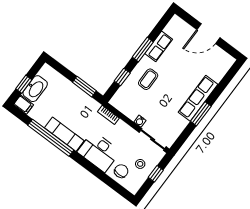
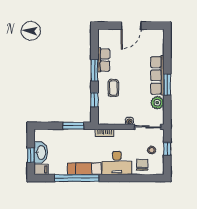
plant: (179, 124) -> (157, 103), added

